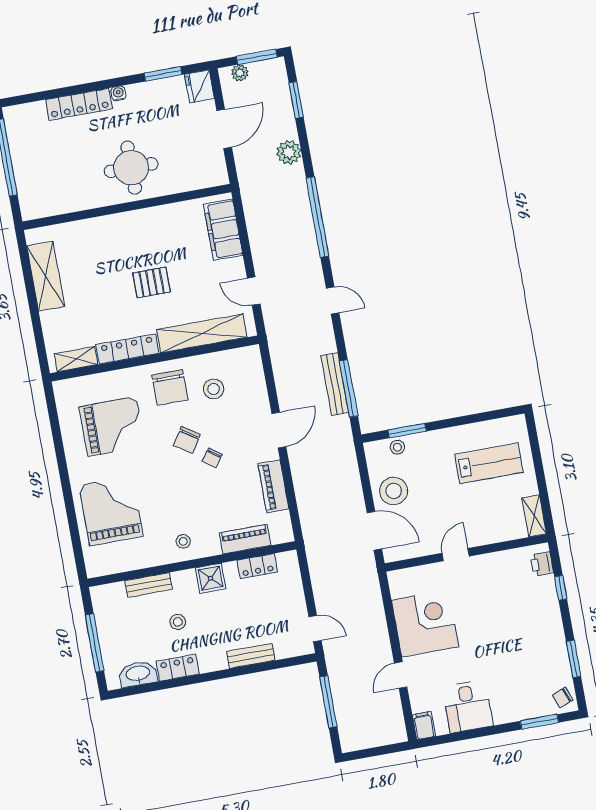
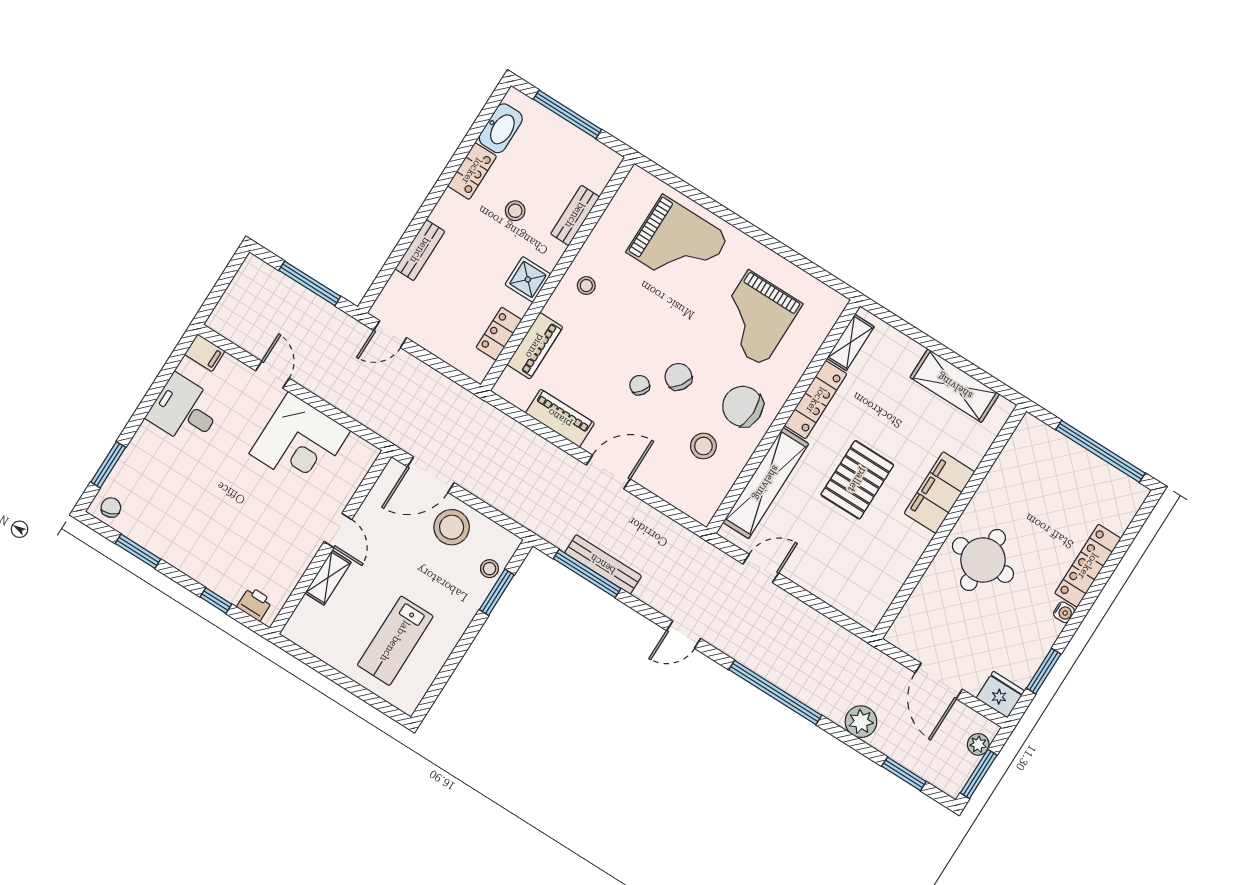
filing cabinet: (223, 230) -> (939, 493), moved, turned -90
pallet: (152, 282) -> (857, 480), width x1.50, depth x1.42
door: (279, 430) -> (608, 472), swing flipped
shelving: (534, 516) -> (328, 578), moved, turned 90

